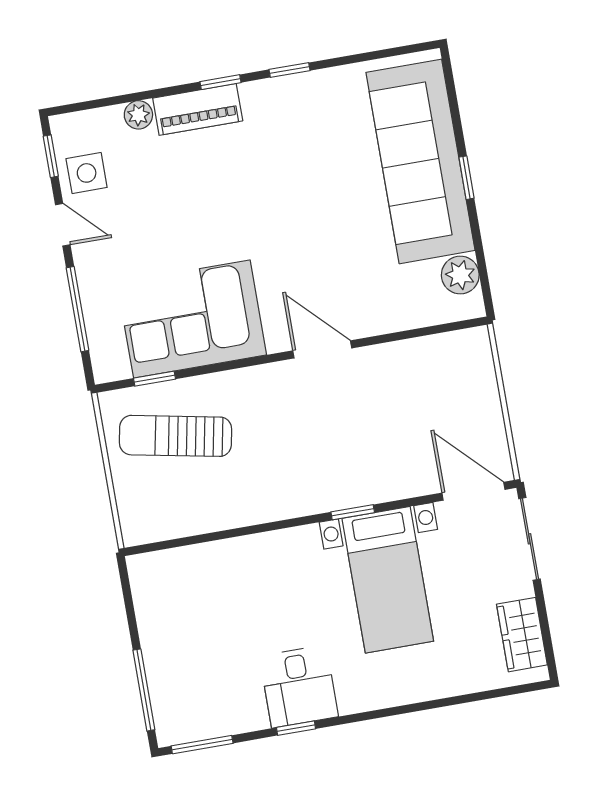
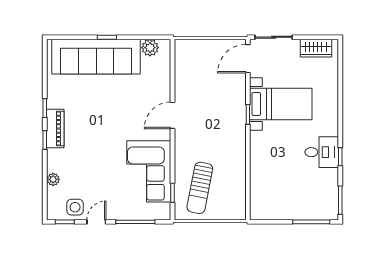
piano: (198, 109) -> (55, 129), moved

